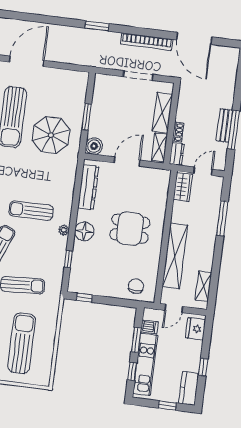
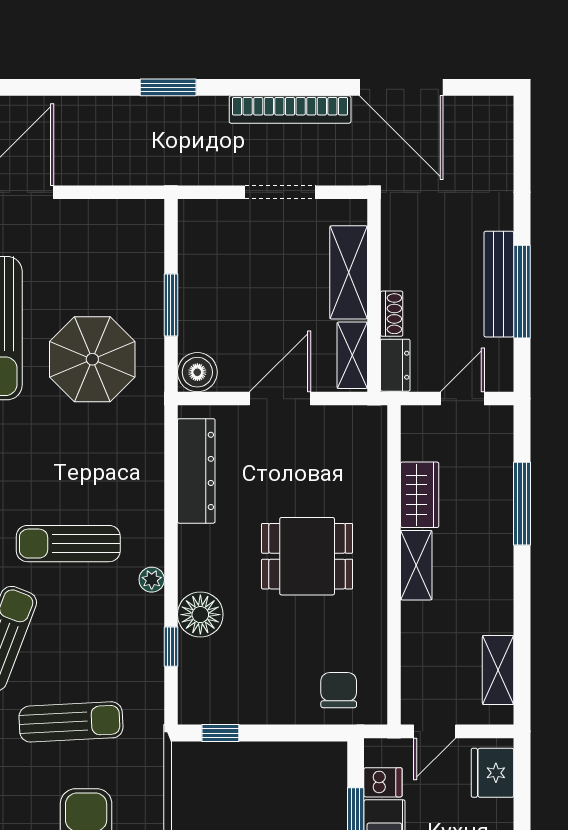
bench: (224, 126) -> (499, 284), width x1.36
wardrobe: (183, 187) -> (420, 495), moved
floor lamp: (84, 231) -> (200, 615), moved
shelving: (175, 256) -> (416, 565), width x0.45, depth x0.75

